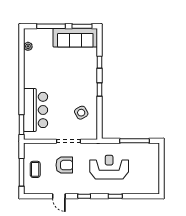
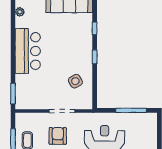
bar counter: (36, 110) -> (28, 51), moved
armchair: (64, 165) -> (58, 136), turned -90

